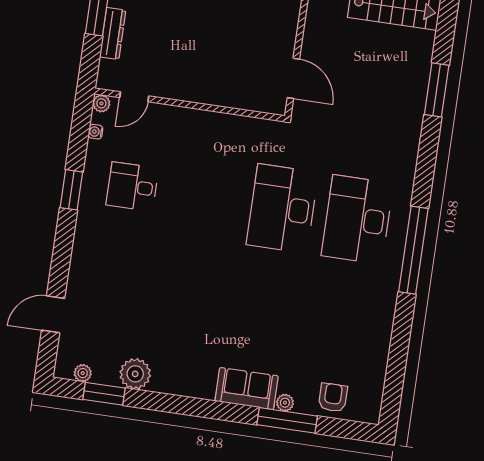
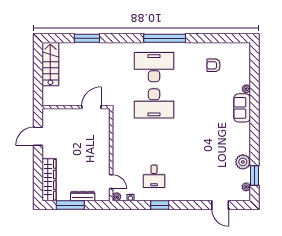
desk: (357, 219) -> (154, 67), turned 180
armchair: (333, 398) -> (214, 65), moved
window: (287, 420) -> (254, 86), removed

